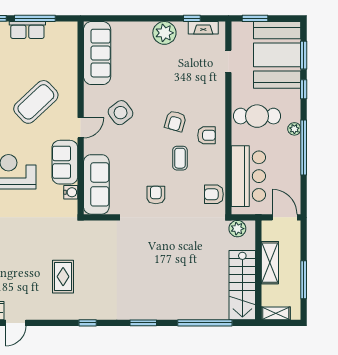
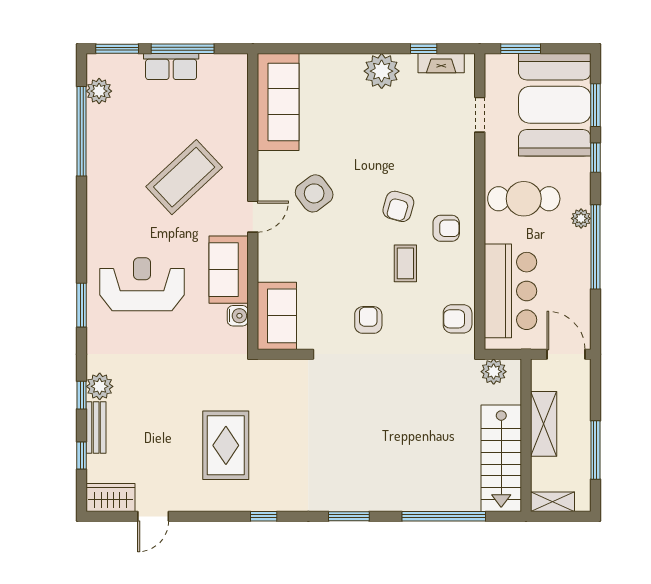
sofa: (96, 184) -> (277, 316), width x0.73
rug: (63, 277) -> (226, 445), width x1.36, depth x1.43

